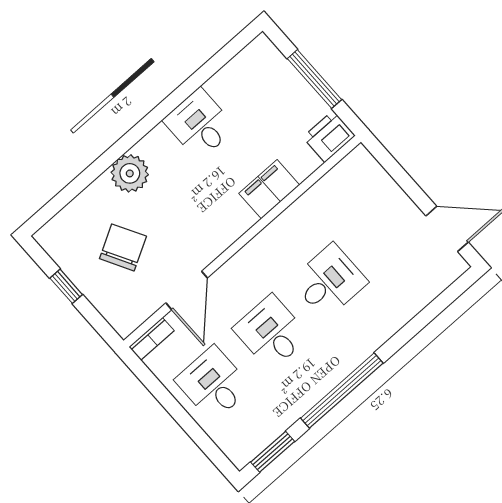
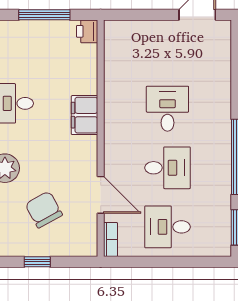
printer: (329, 136) -> (87, 31), width x0.73, depth x0.81
filing cabinet: (269, 189) -> (84, 115), moved
desk: (271, 332) -> (167, 168), turned 180

